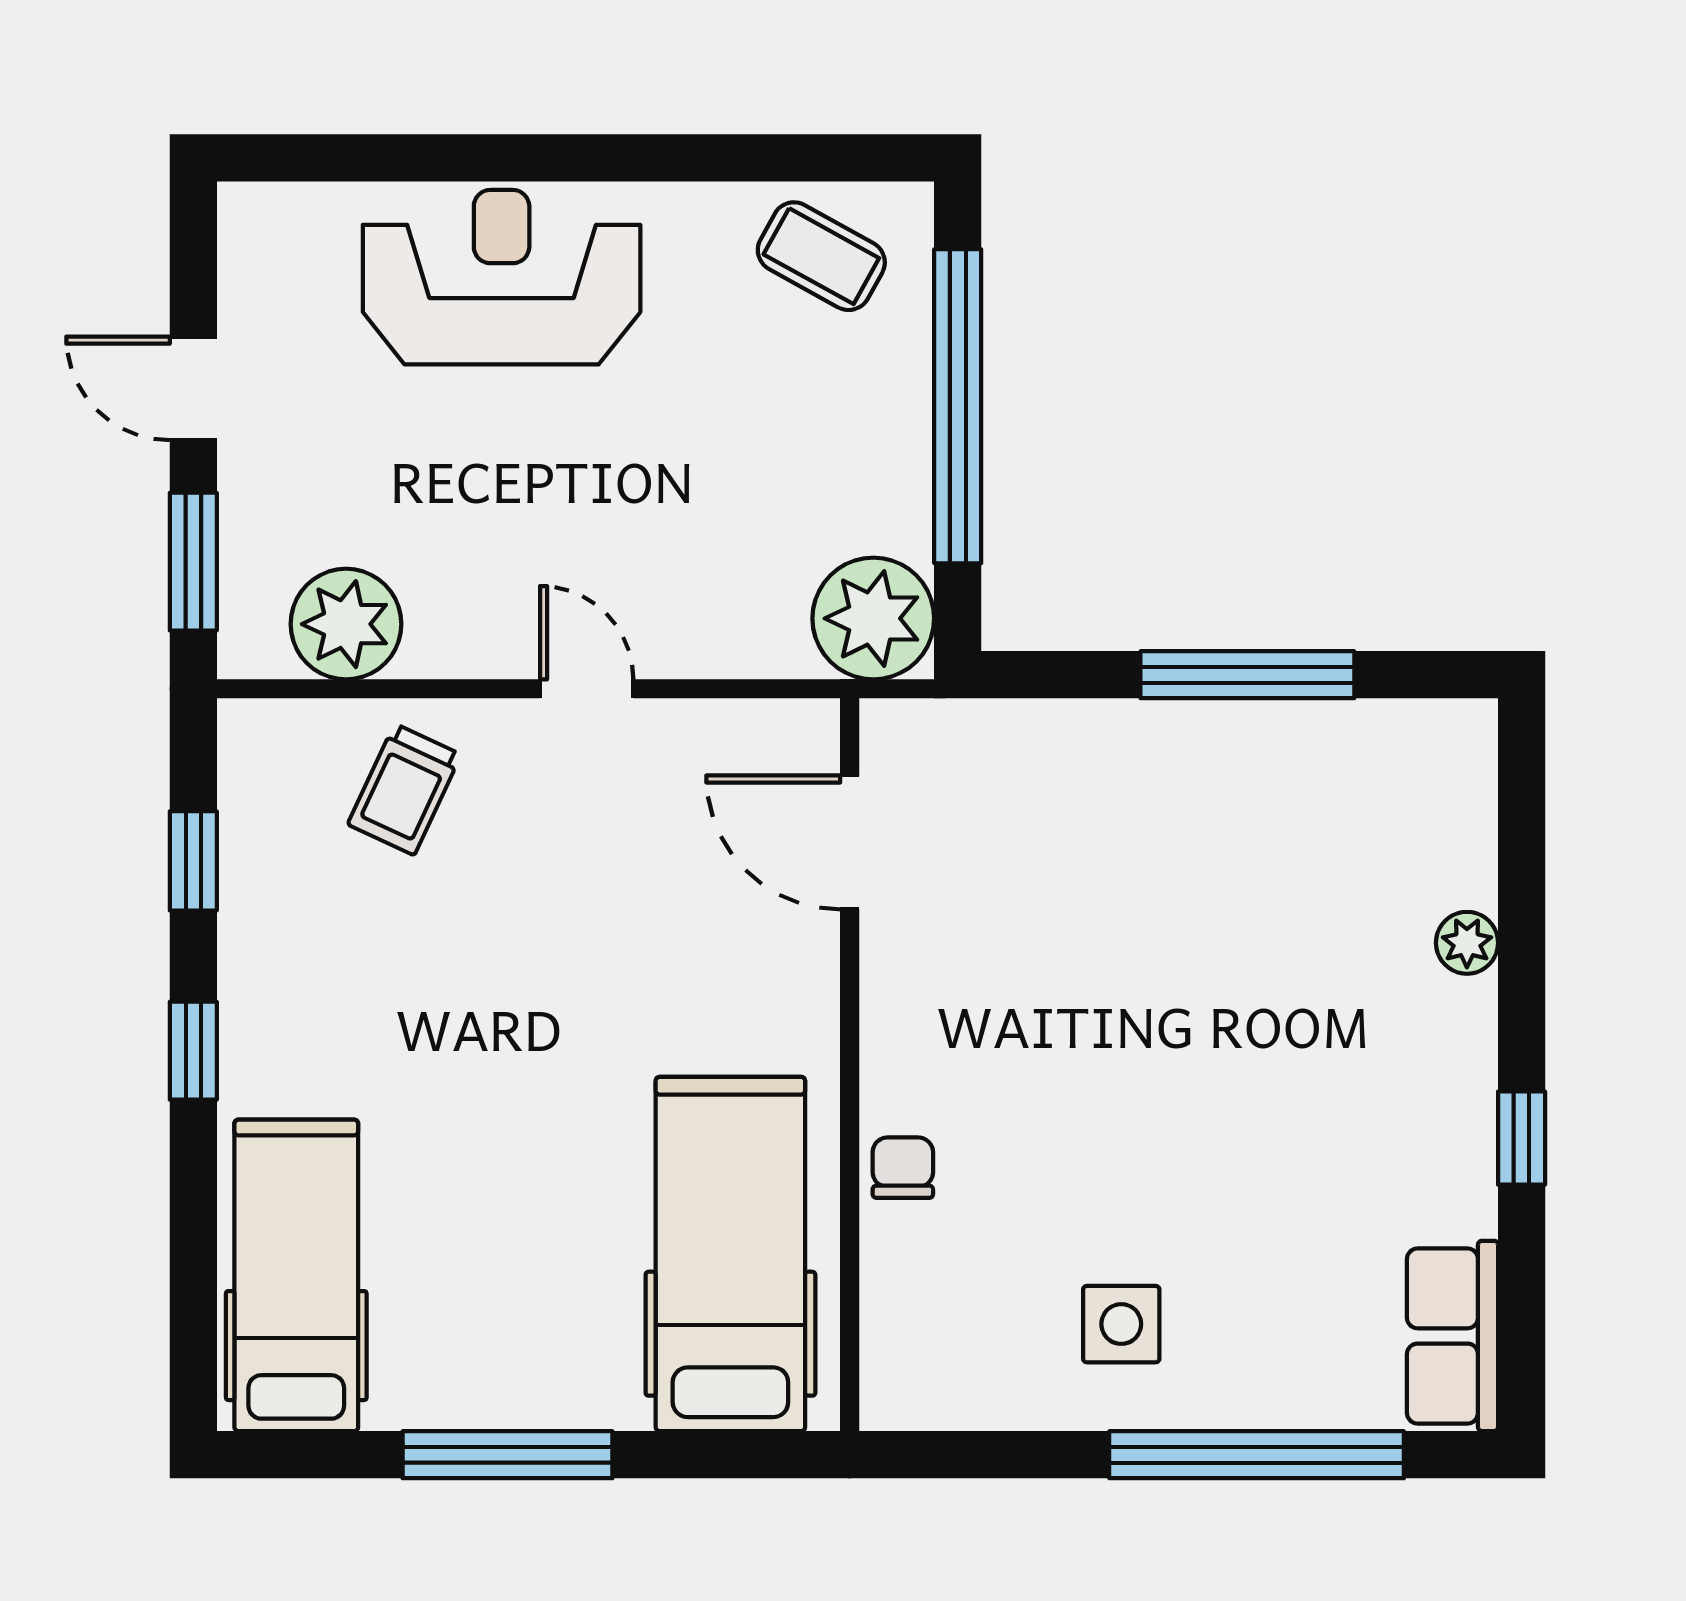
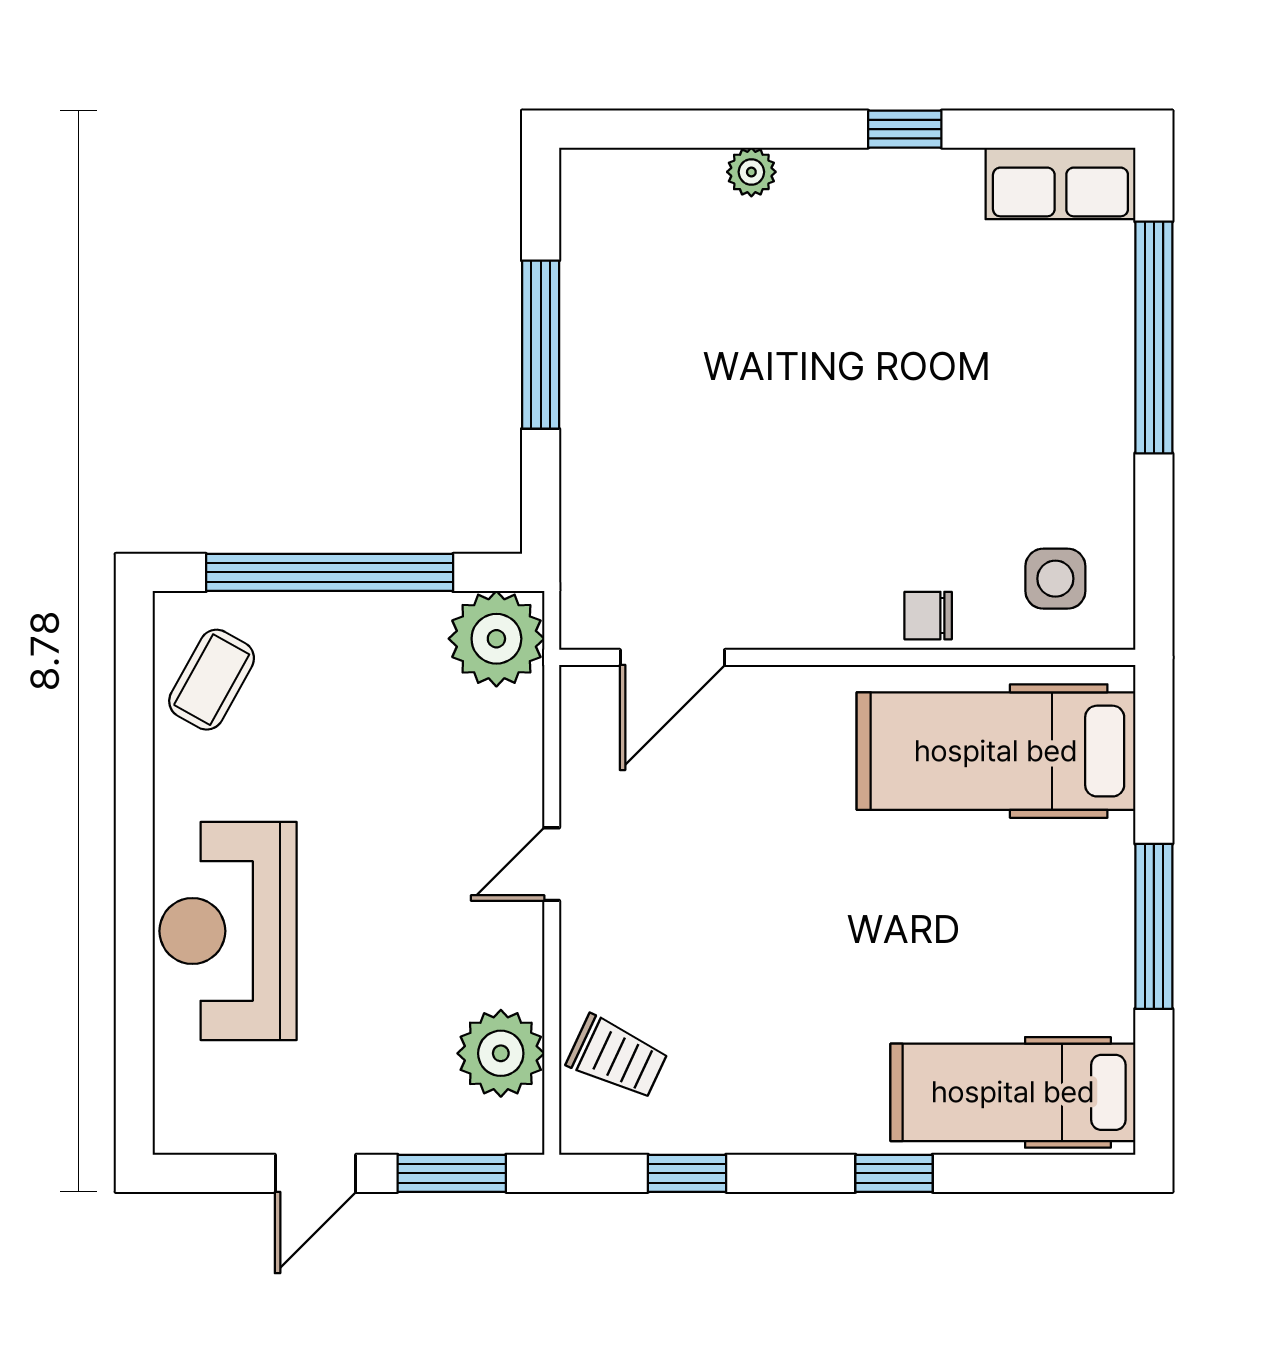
trolley: (404, 789) -> (617, 1057), moved
window: (193, 1051) -> (894, 1173), moved
side table: (1121, 1324) -> (1055, 579), moved

